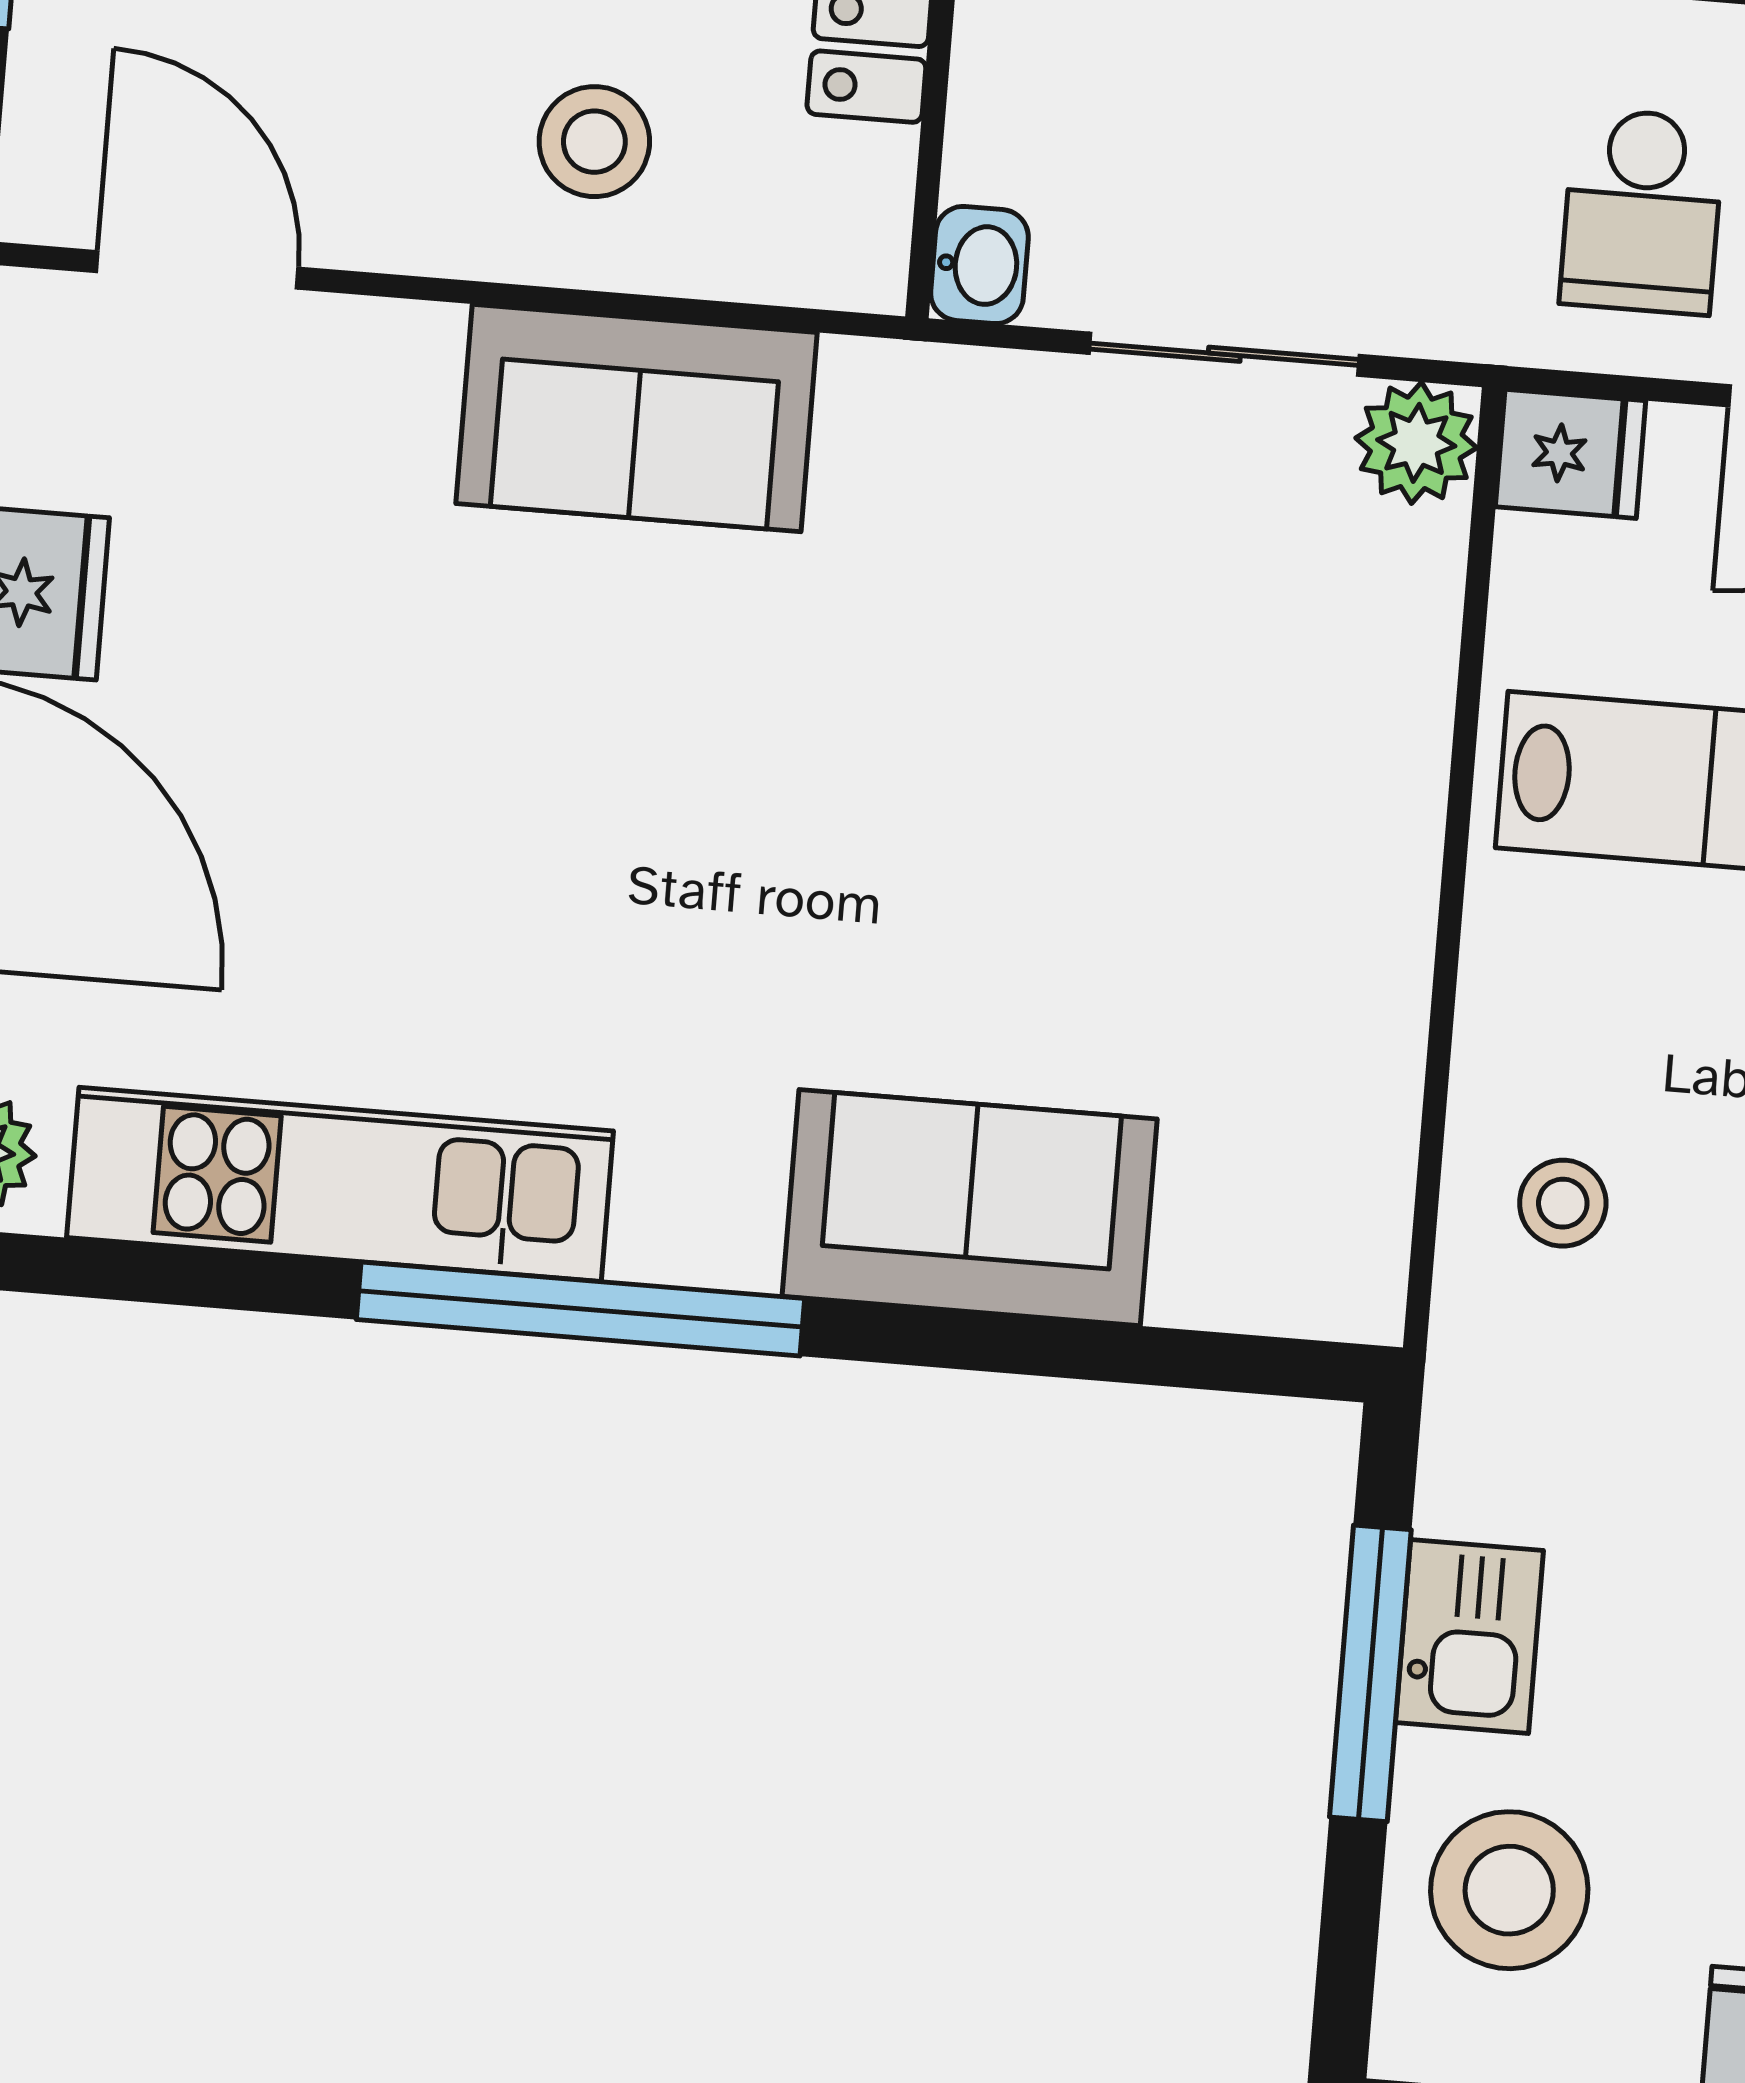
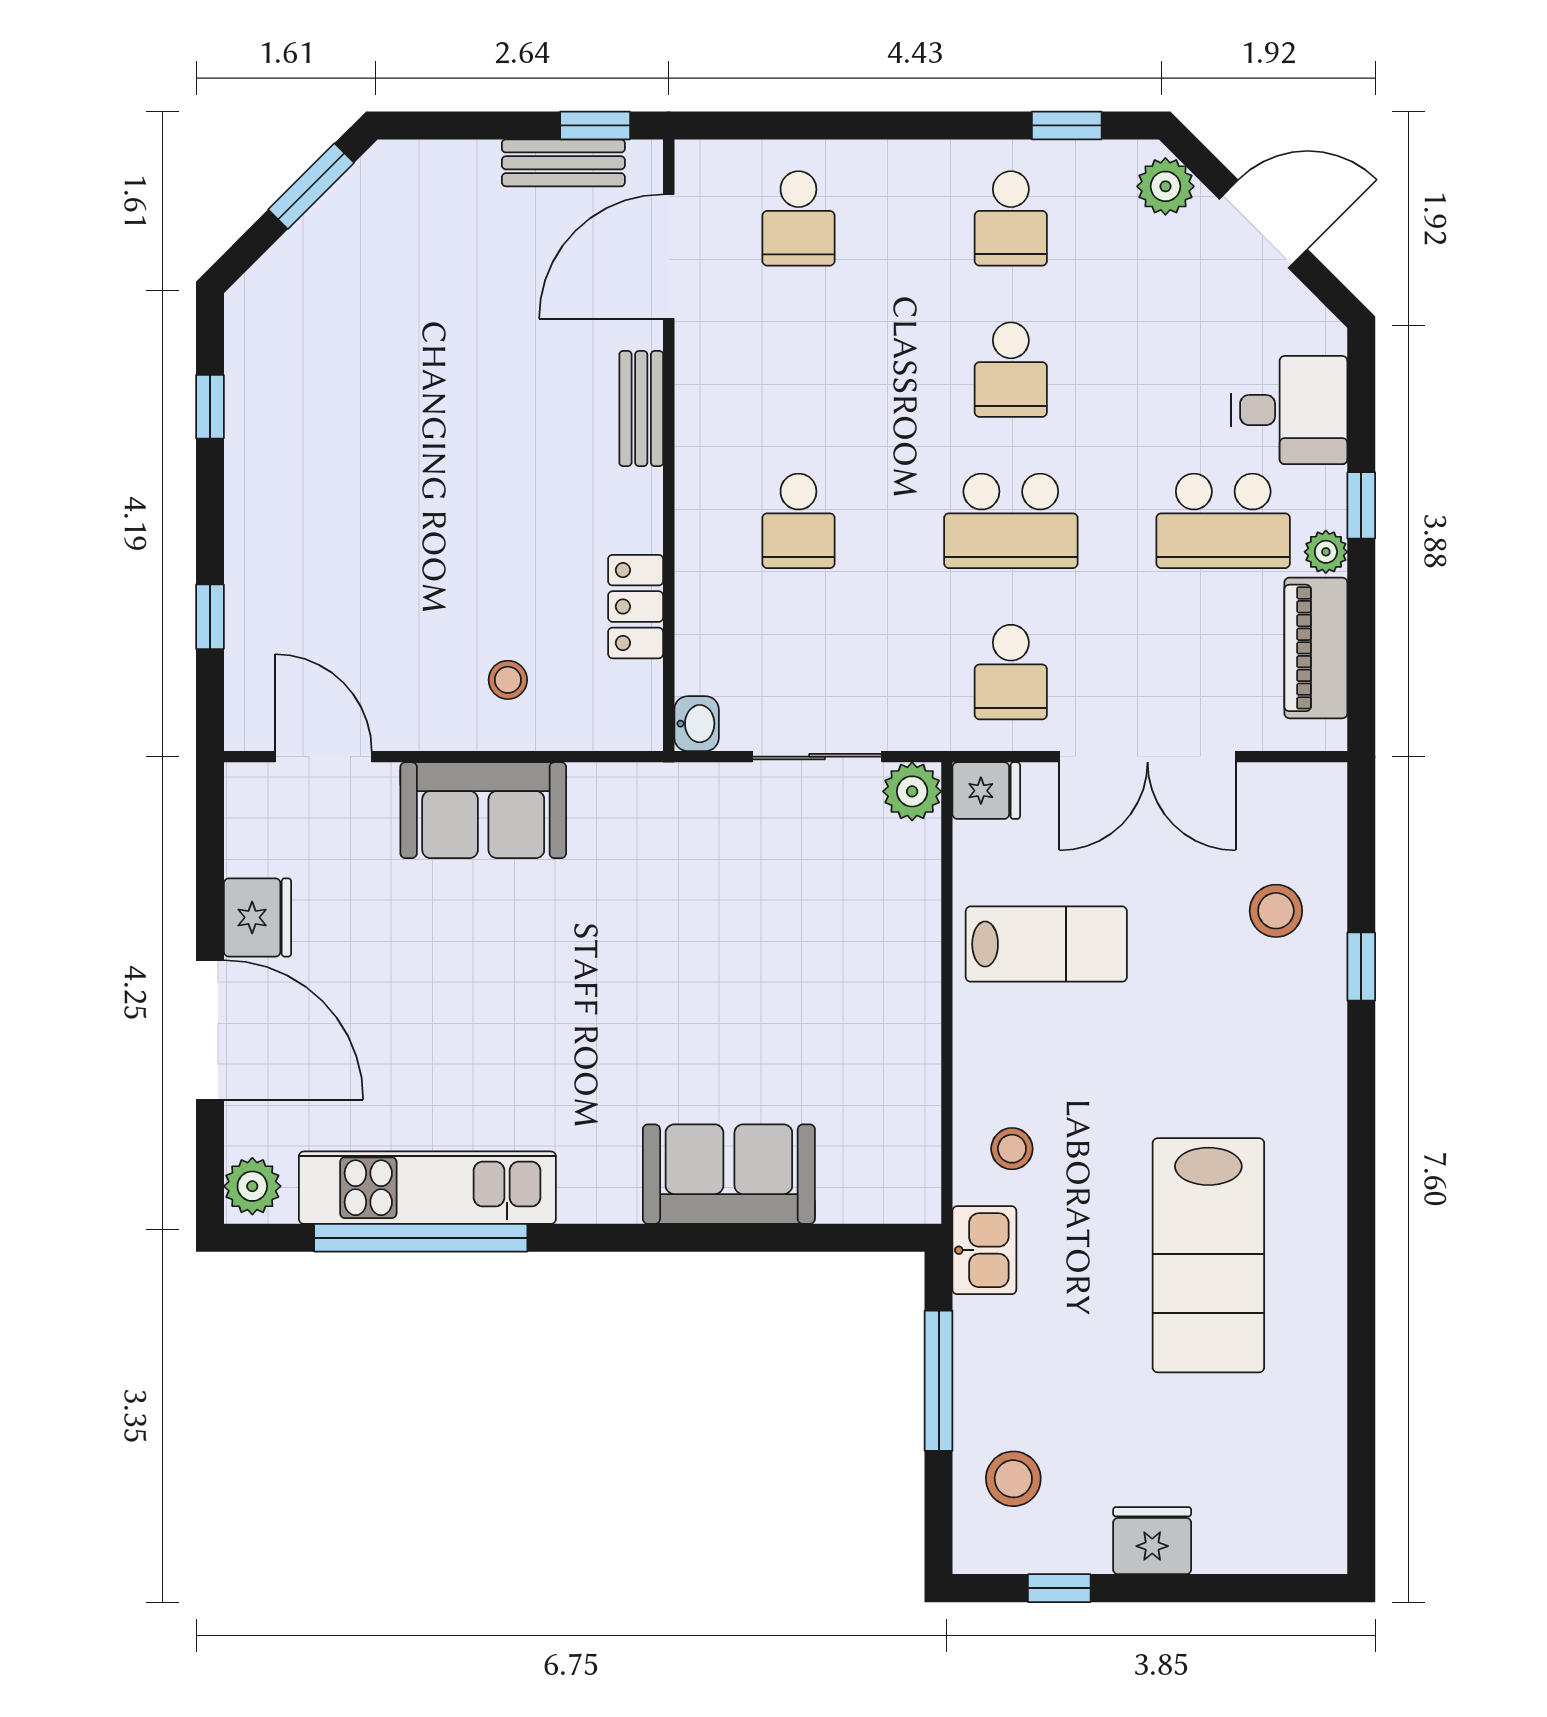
stool: (594, 142) -> (508, 680), width x0.73, depth x0.73
sofa: (637, 418) -> (483, 810), moved
window: (581, 1309) -> (421, 1238), moved
kitchen sink: (1469, 1636) -> (984, 1250), moved
stool: (1509, 1890) -> (1013, 1479), width x0.73, depth x0.73

